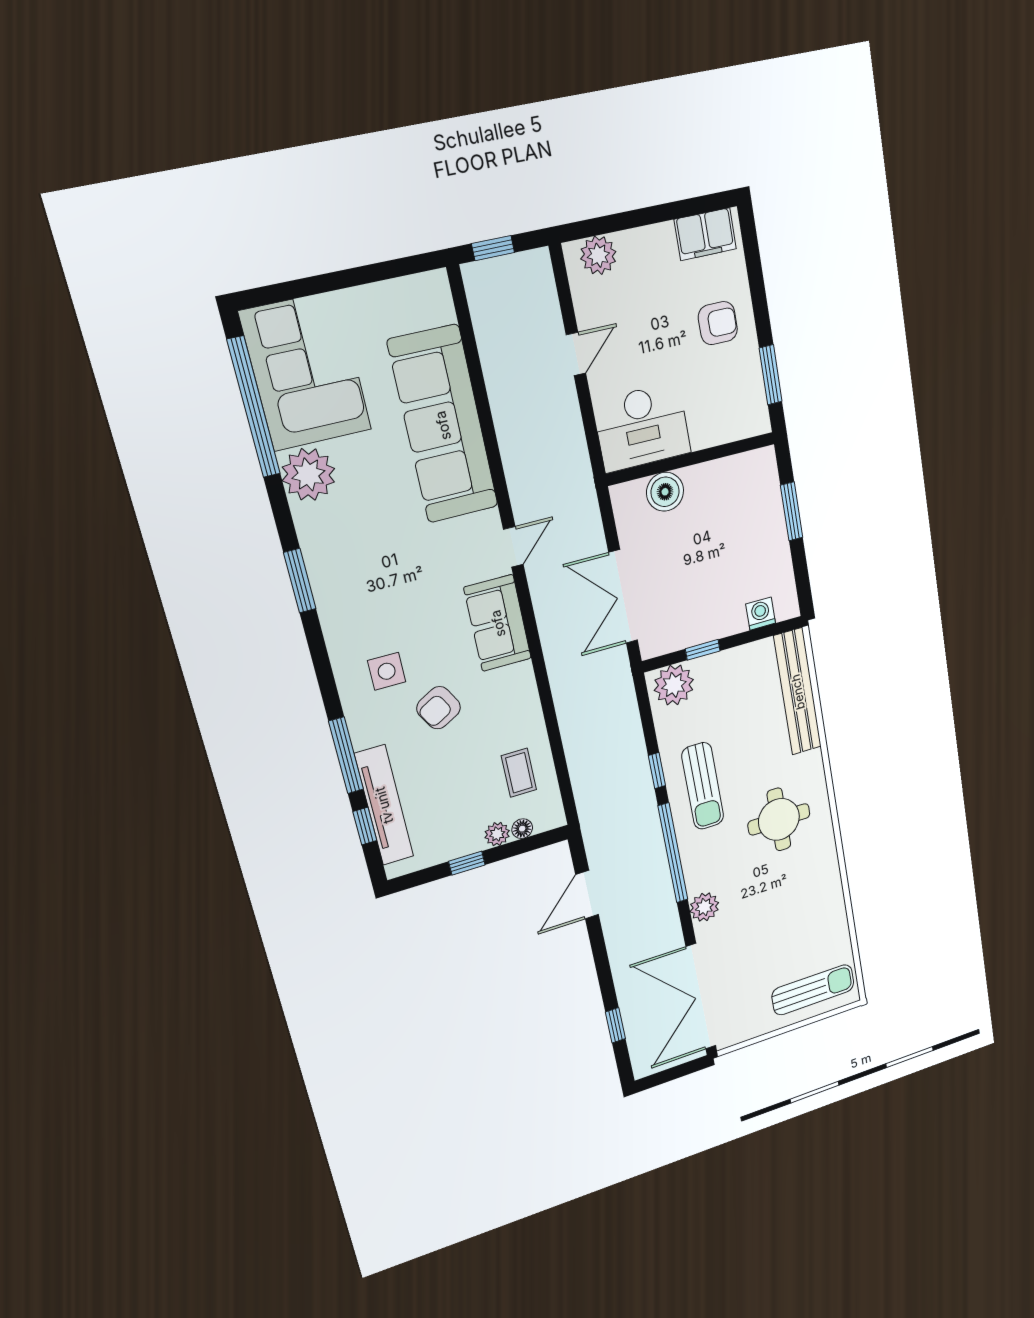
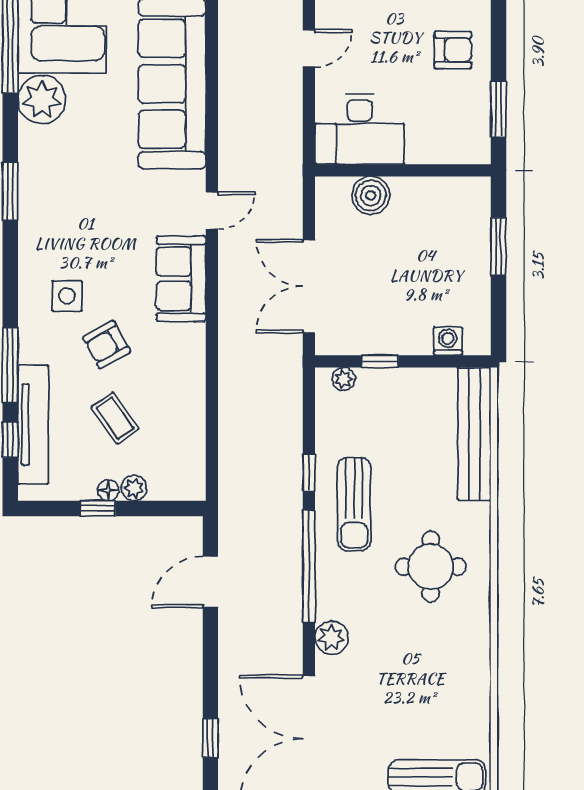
plant: (674, 685) -> (344, 379), width x0.53, depth x0.53
coffee table: (519, 773) -> (115, 418), moved, turned -35
floor lamp: (522, 829) -> (108, 490), moved

